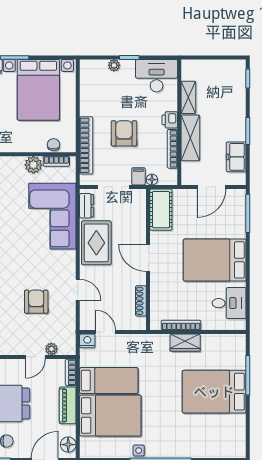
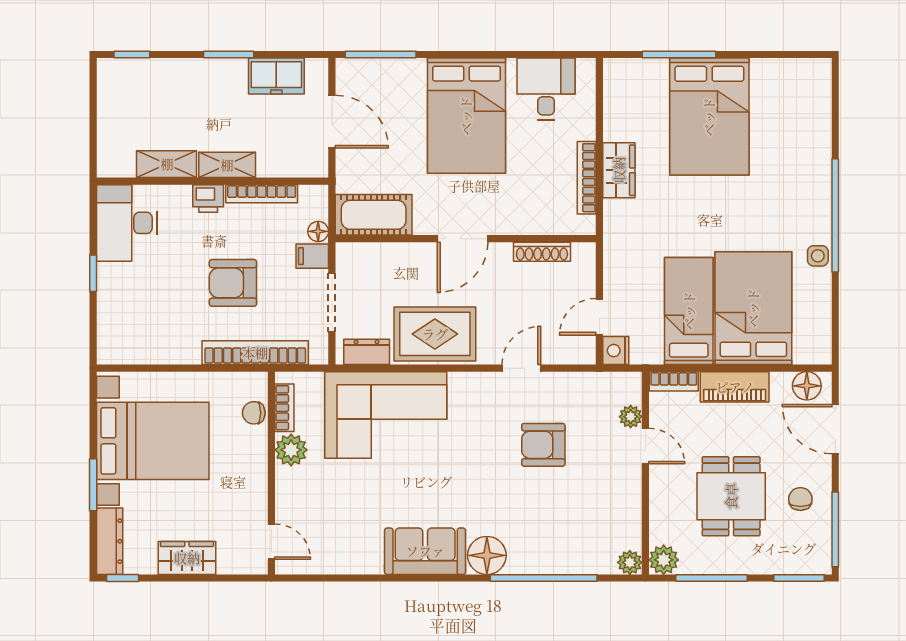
plant: (114, 65) -> (108, 301), removed
shelving: (190, 138) -> (227, 165), width x0.67, depth x0.75

